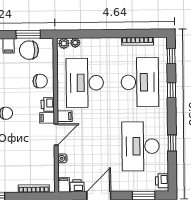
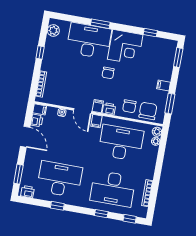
chair: (29, 50) -> (148, 111), moved

